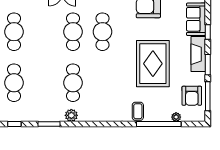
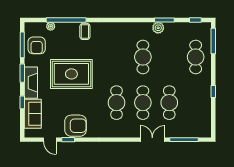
cafe table: (14, 32) -> (169, 103), moved
rug: (153, 64) -> (71, 74), turned 90
armchair: (192, 96) -> (37, 45), turned 180
plant: (71, 115) -> (158, 28), moved

